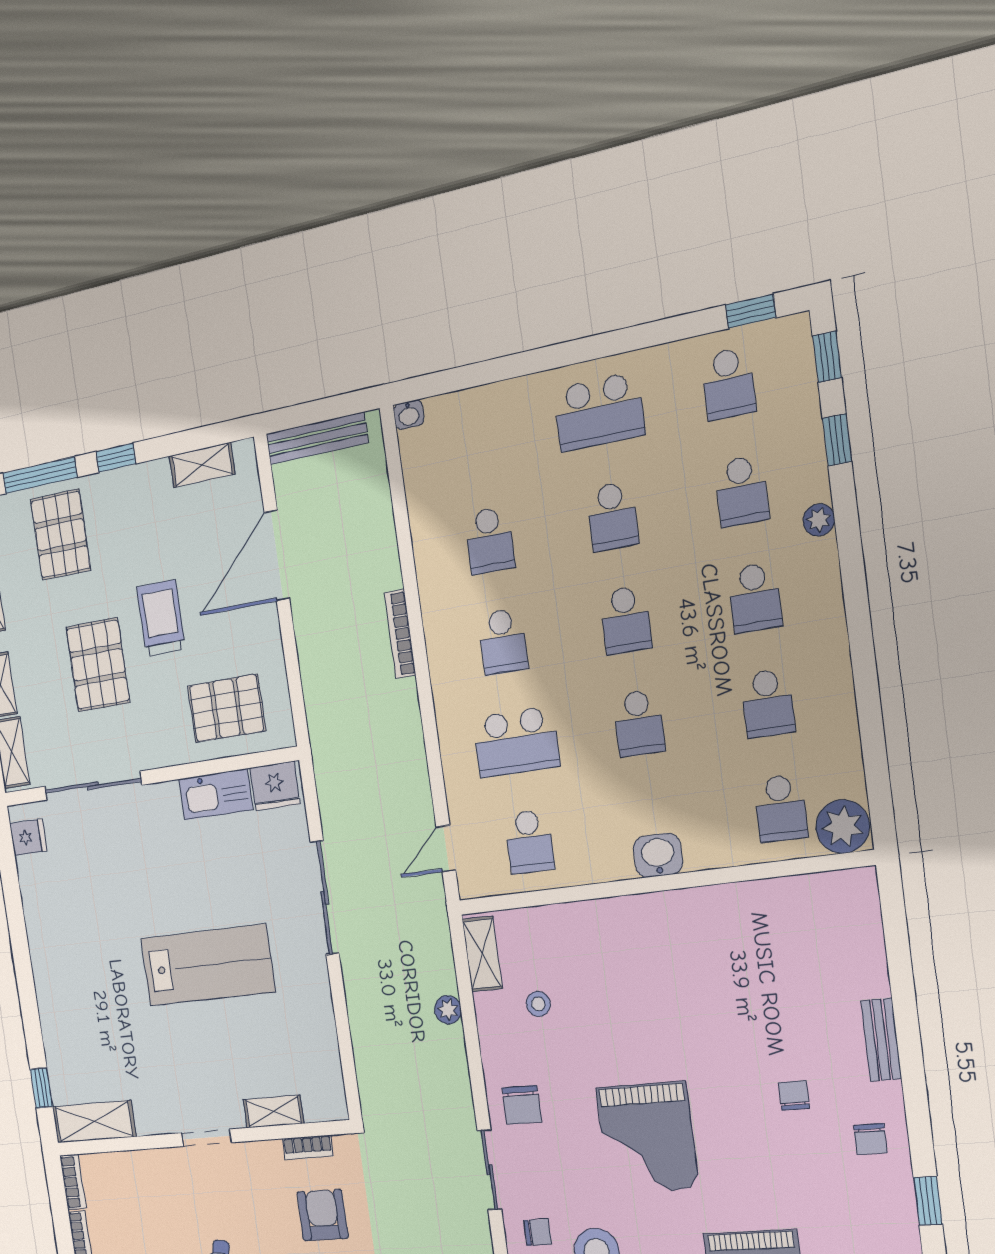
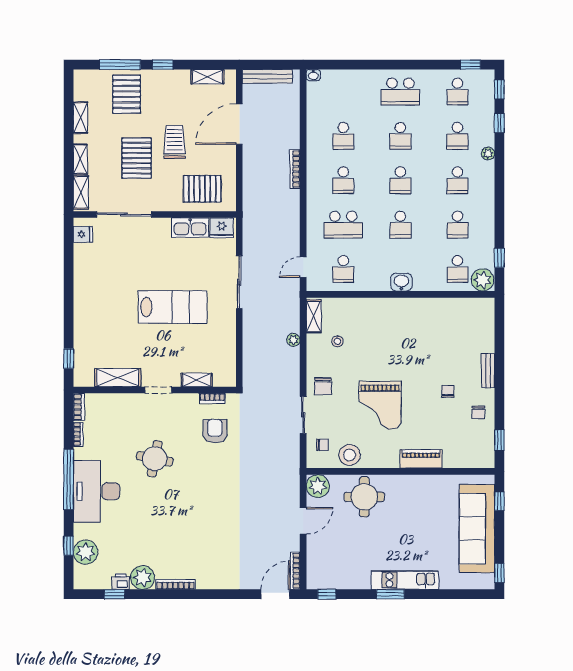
window: (876, 768) -> (499, 258), added
shelving: (94, 1122) -> (118, 378), moved

